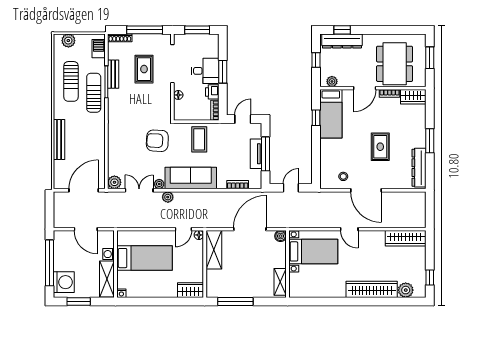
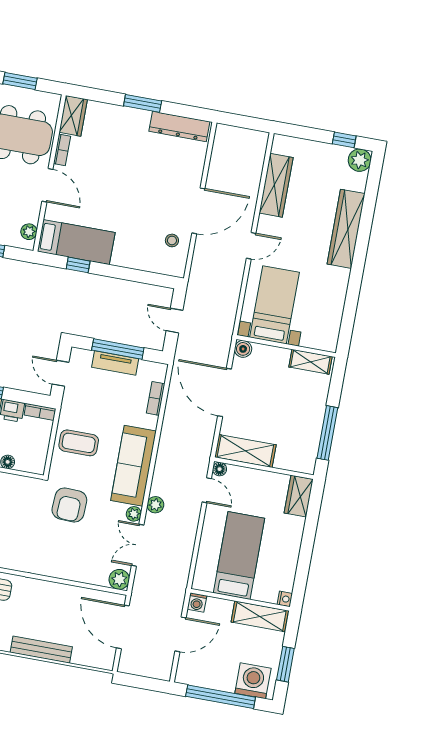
rug: (380, 147) -> (138, 178), removed
wardrobe: (406, 238) -> (276, 185), moved
washing machine: (109, 254) -> (197, 603), moved
plant: (406, 290) -> (360, 160), moved

